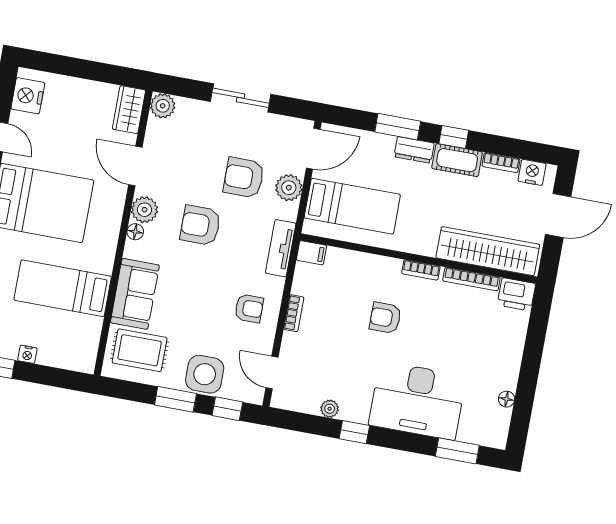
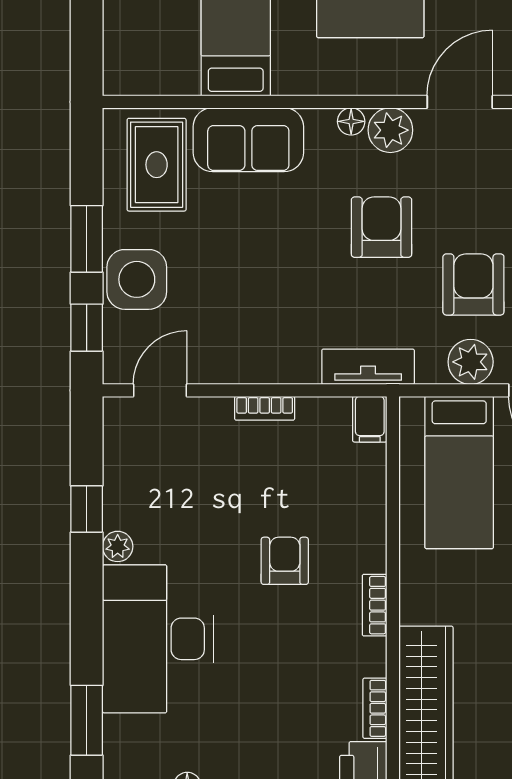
bookcase: (471, 279) -> (375, 708), width x0.64
armchair: (249, 308) -> (259, 333), removed
plant: (330, 409) -> (118, 546), moved
window: (354, 432) -> (87, 509), moved

